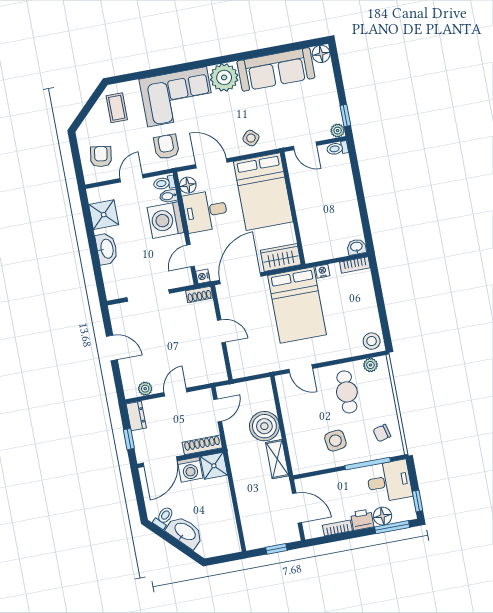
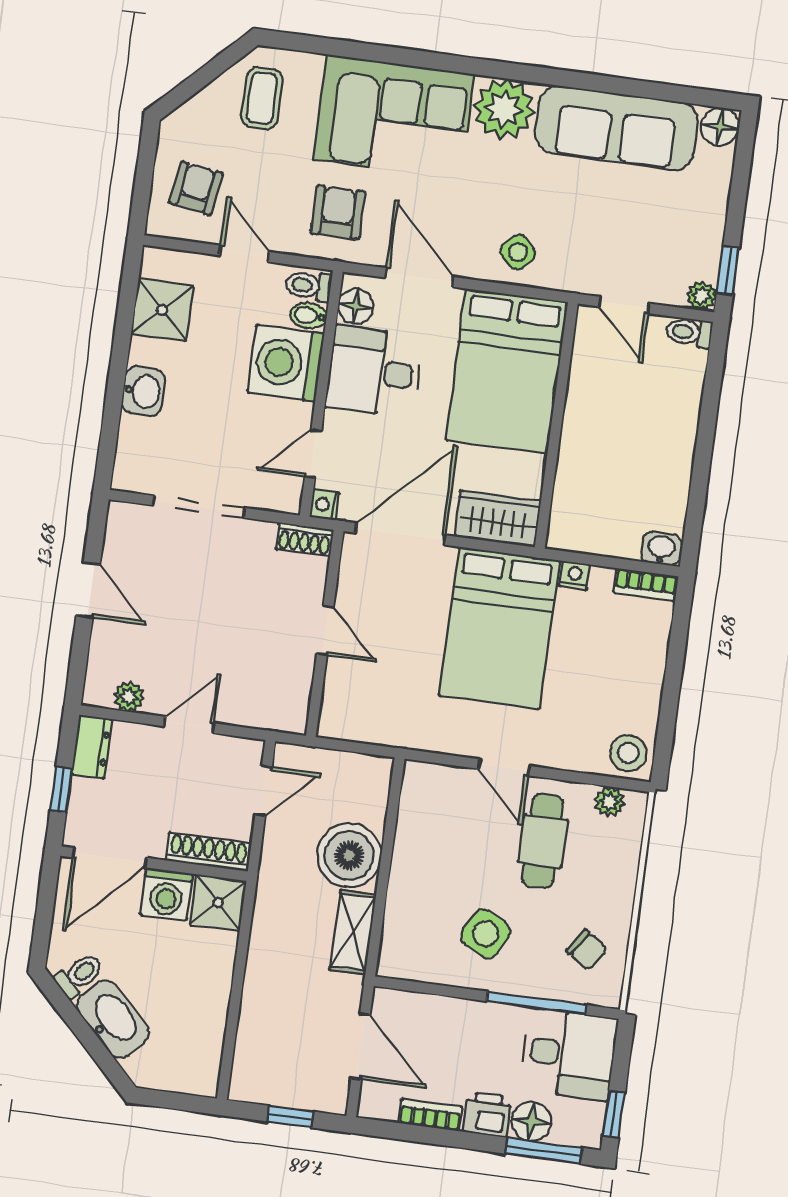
door: (131, 178) -> (244, 254), hinge flipped
washbasin: (107, 249) -> (143, 391), width x0.72
door: (301, 369) -> (504, 767), moved
chair: (382, 433) -> (587, 950), turned -132
side table: (335, 441) -> (486, 934), turned 35

